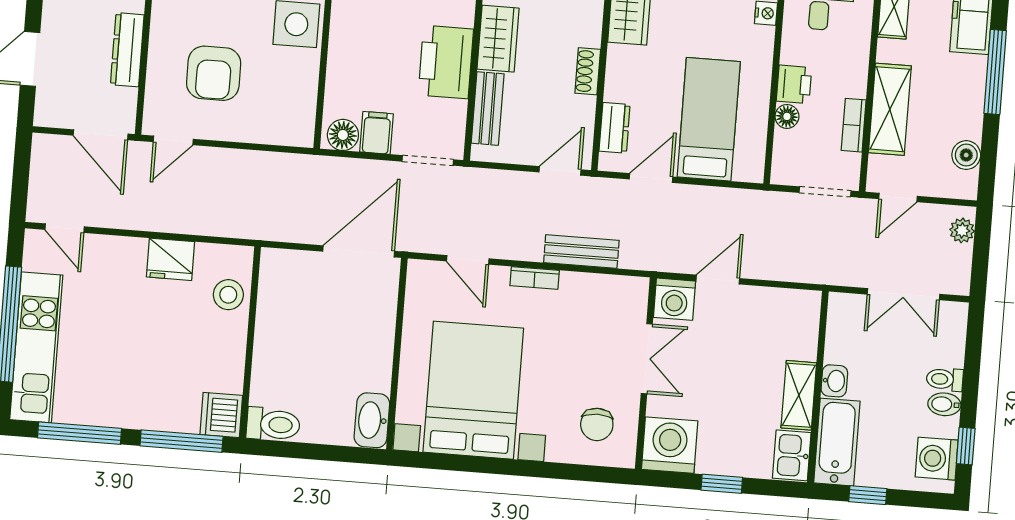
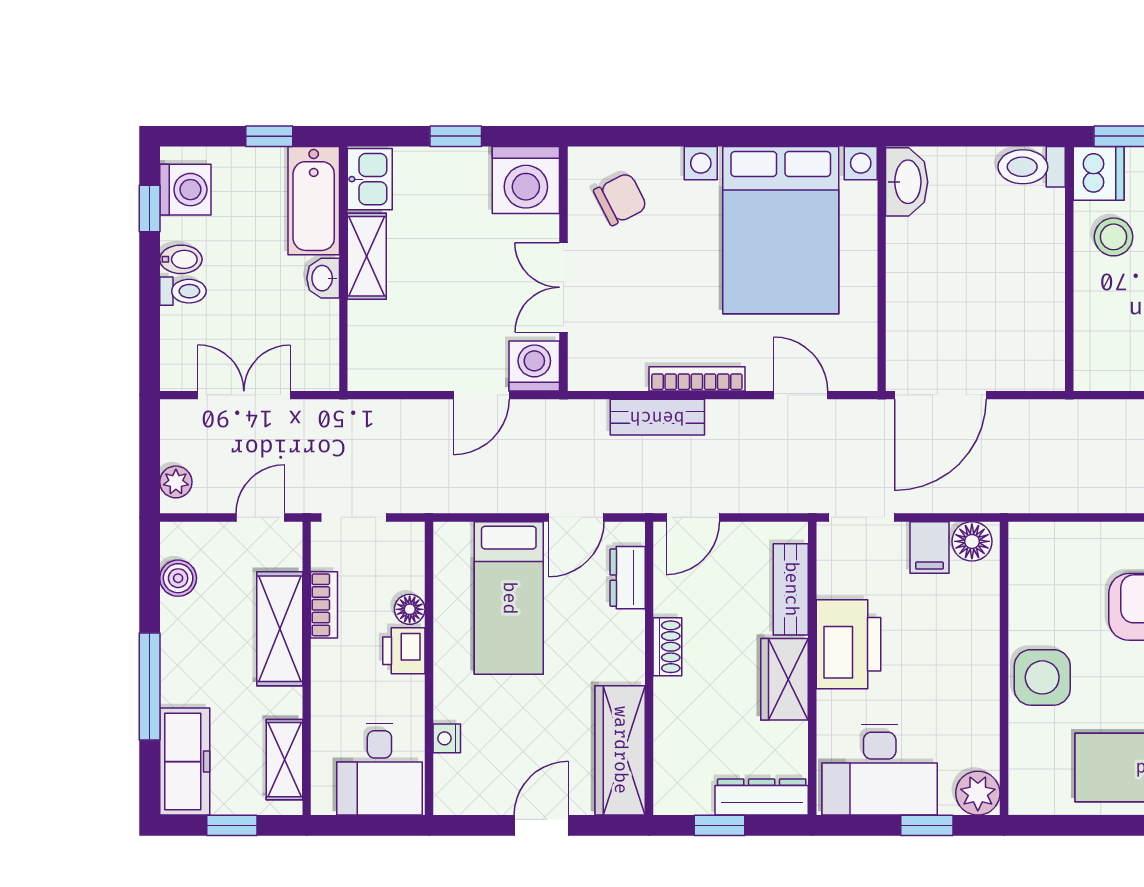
bookcase: (535, 278) -> (697, 379), width x1.56
stool: (228, 295) -> (1114, 237), moved
chair: (597, 424) -> (620, 199), turned 63

